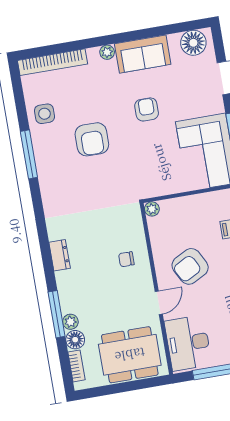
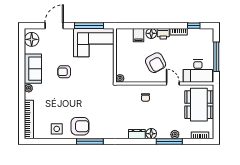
armchair: (92, 139) -> (80, 126), moved
window: (29, 154) -> (90, 141), moved
floor lamp: (75, 340) -> (151, 134), moved

